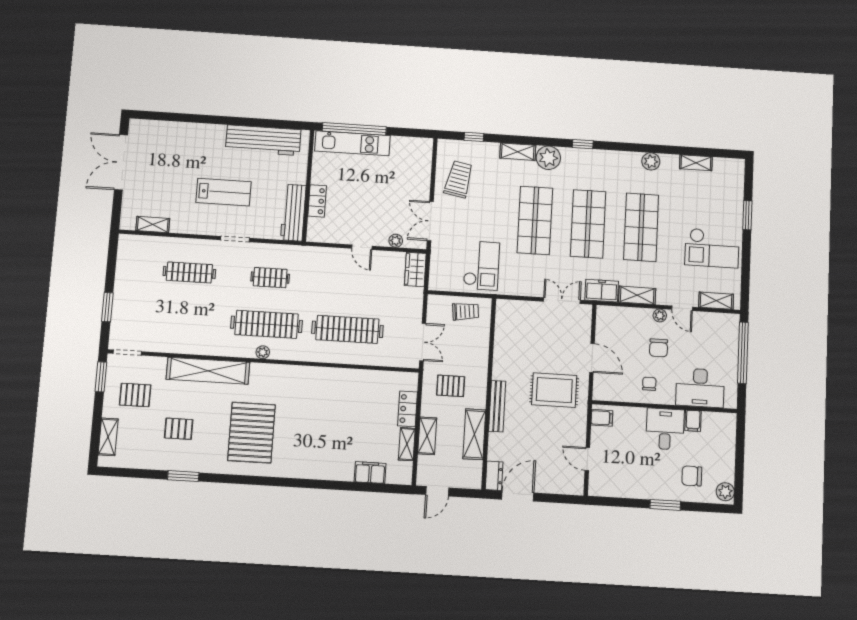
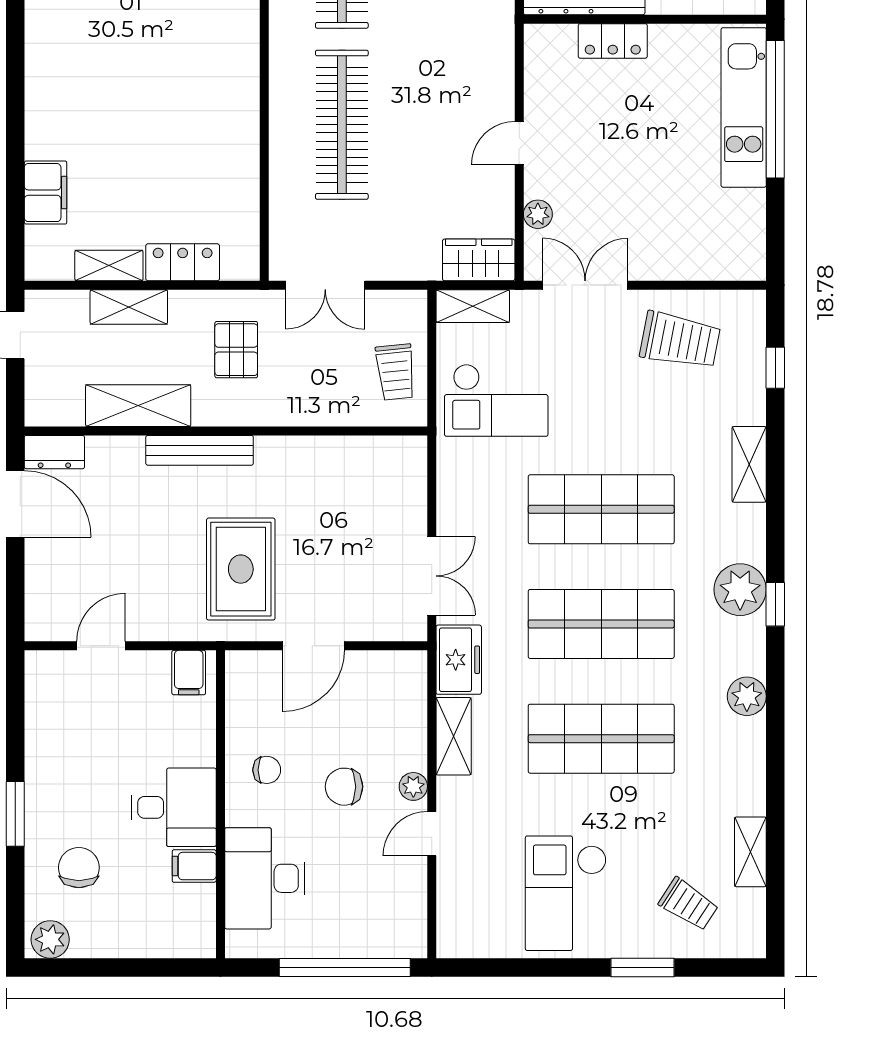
plant: (548, 158) -> (740, 590), moved
plant: (651, 161) -> (747, 696), moved
trolley: (719, 192) -> (689, 904), added
shelving: (716, 301) -> (473, 306), moved, turned 90

